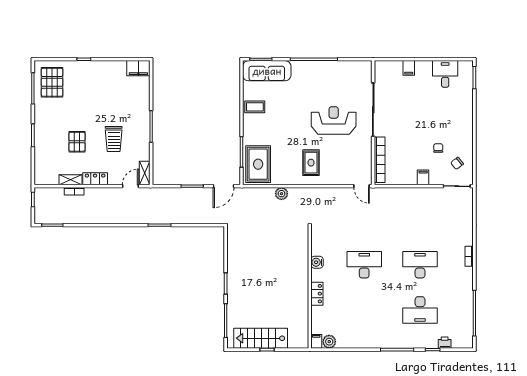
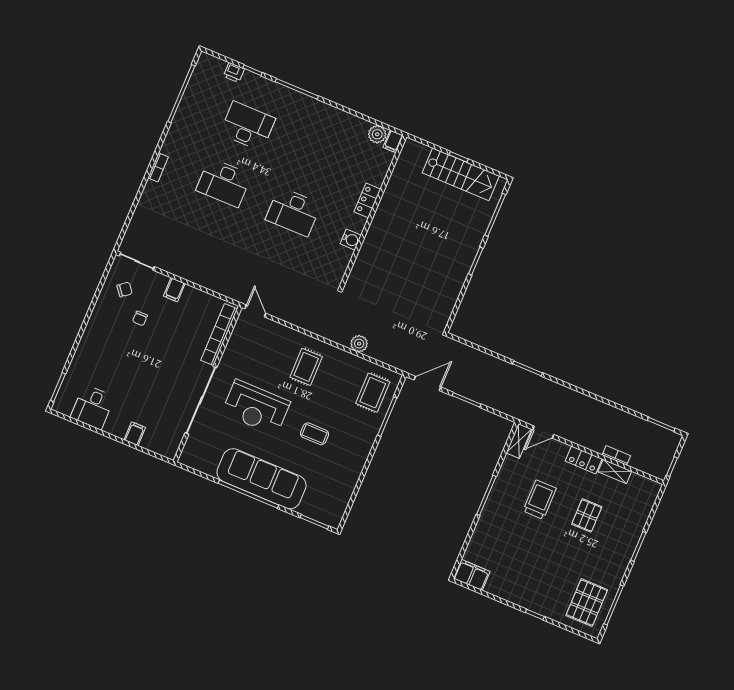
sofa: (267, 71) -> (261, 479), moved, width x1.36, depth x1.27
coffee table: (255, 107) -> (315, 434), moved
rug: (258, 164) -> (373, 393), width x0.73, depth x0.70

